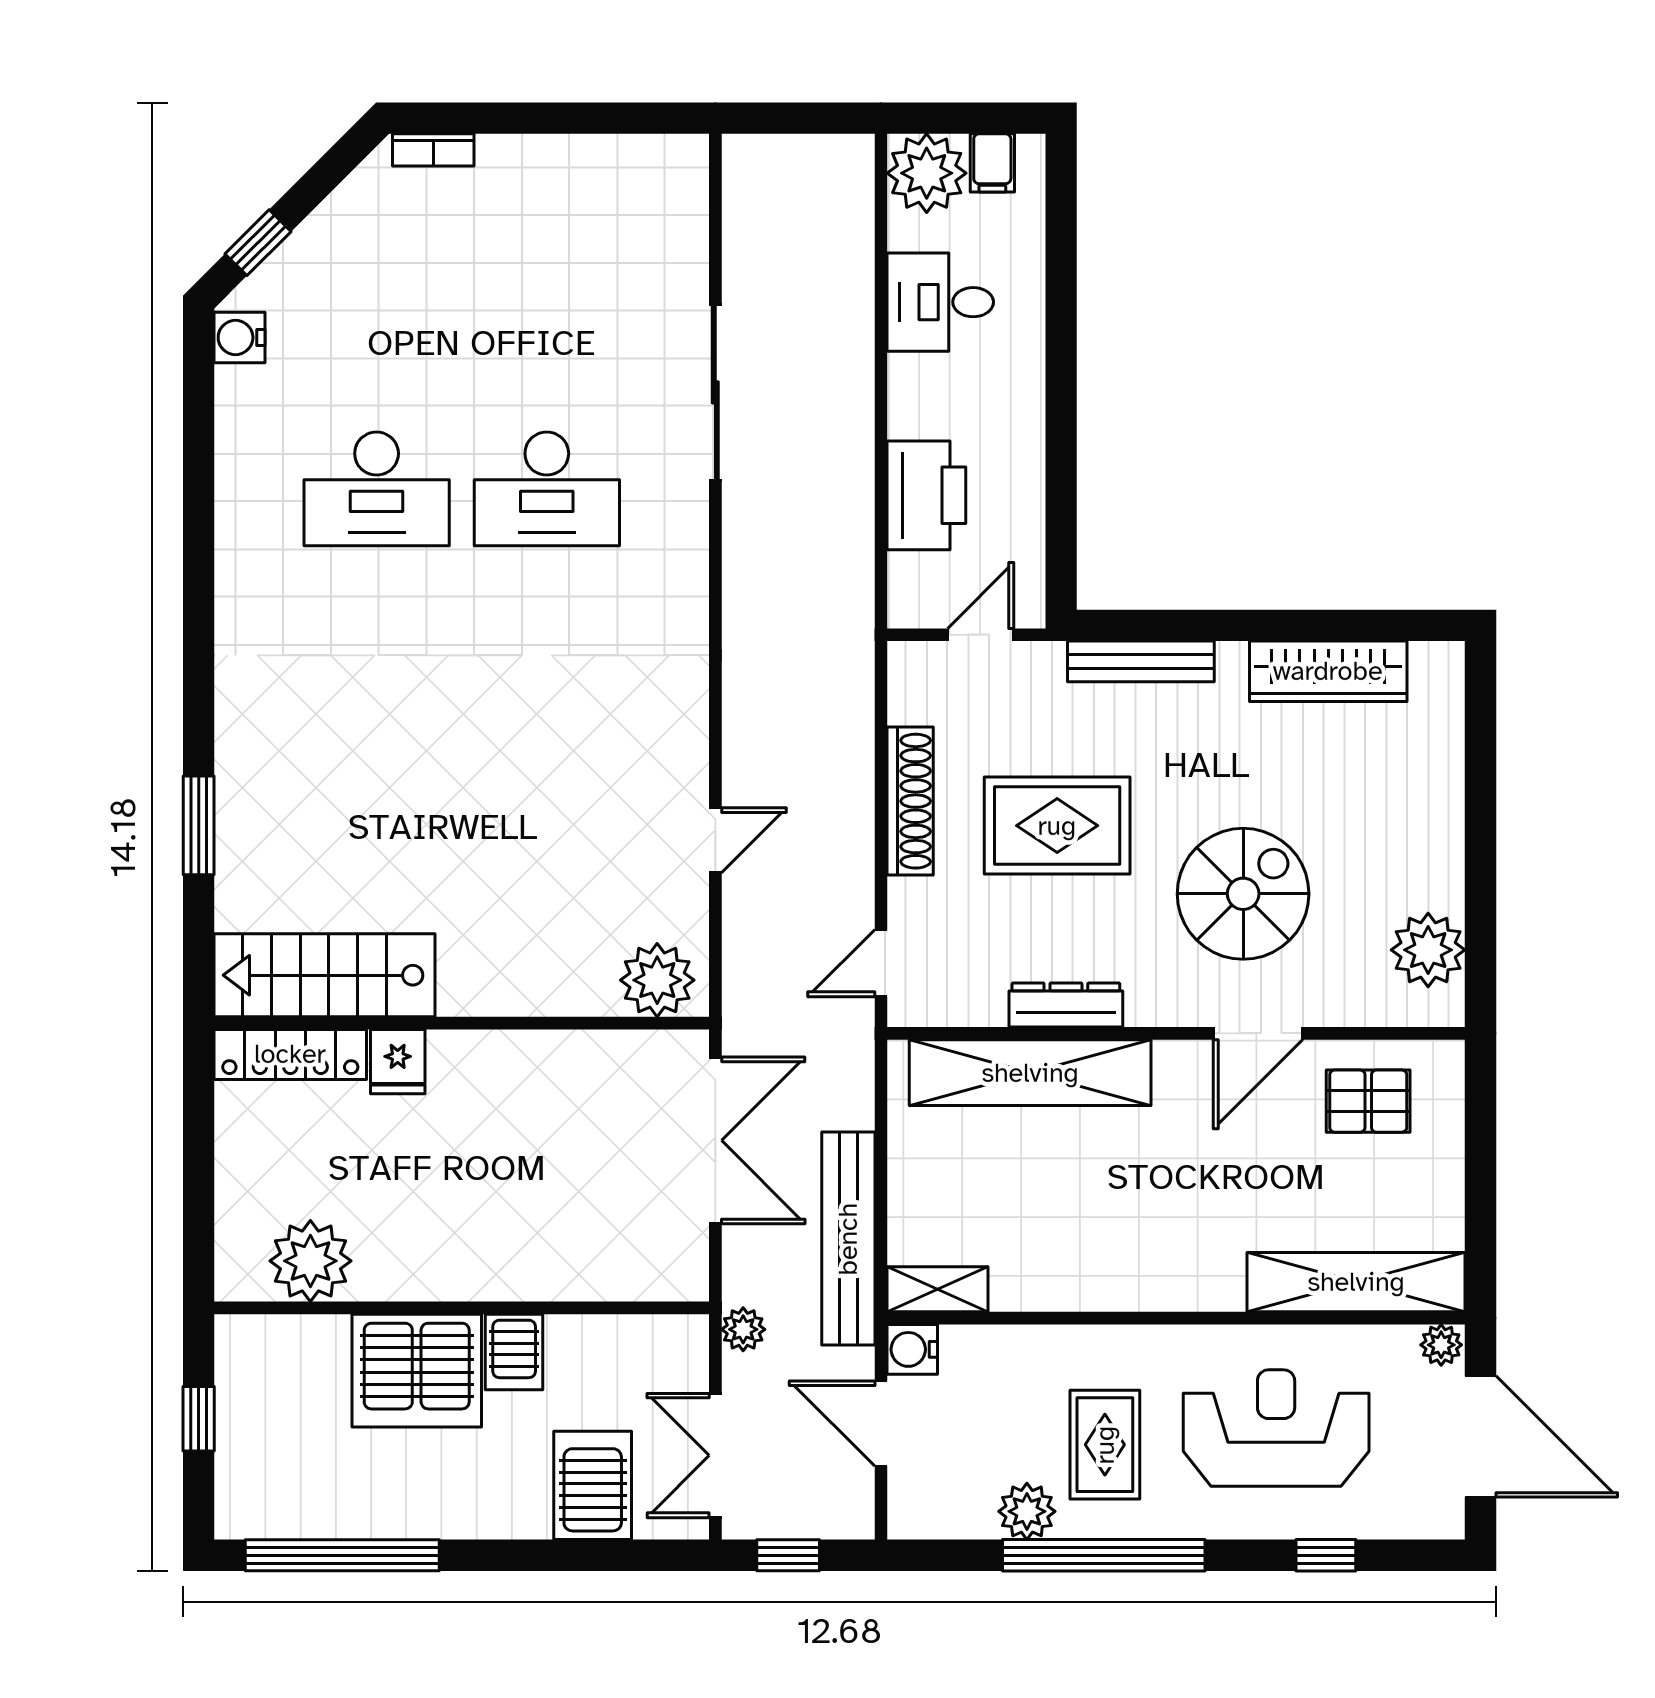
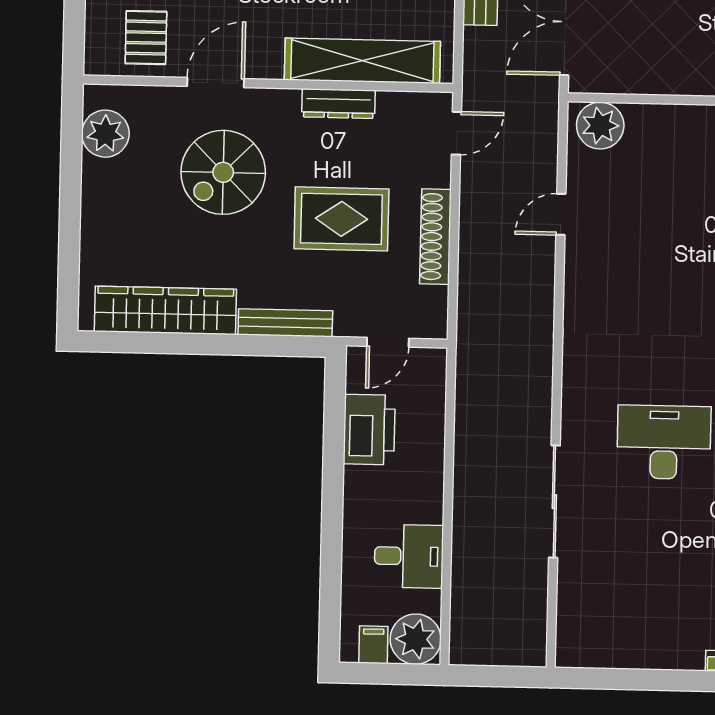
printer: (926, 495) -> (369, 430), moved, turned 180
wardrobe: (1328, 671) -> (165, 310), width x1.40, depth x1.17
pallet: (1368, 1101) -> (146, 38), turned 90

